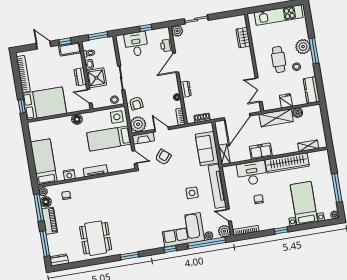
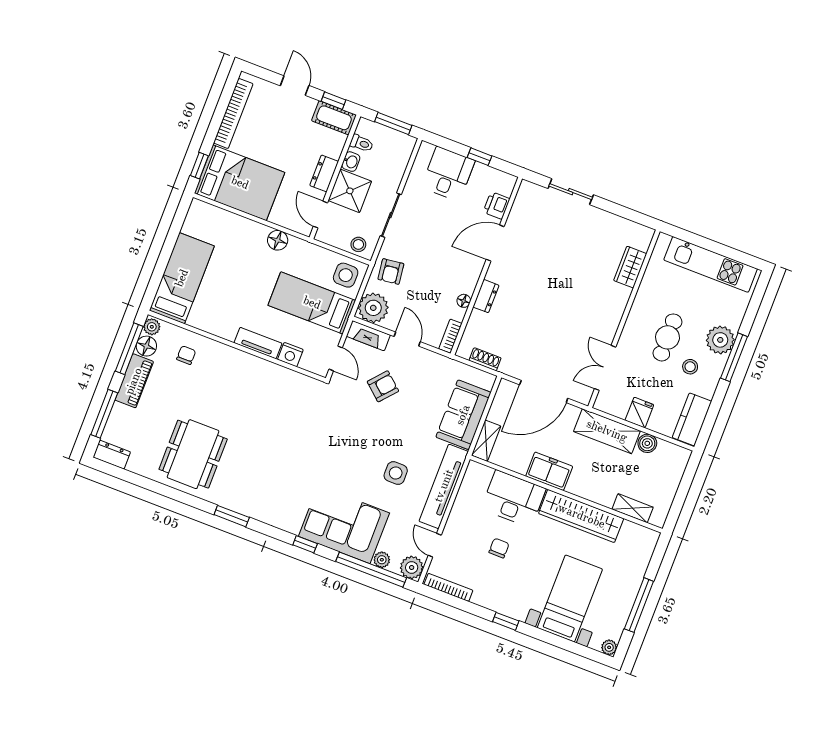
plant: (177, 31) -> (528, 192), removed
nightstand: (69, 175) -> (290, 355), moved

